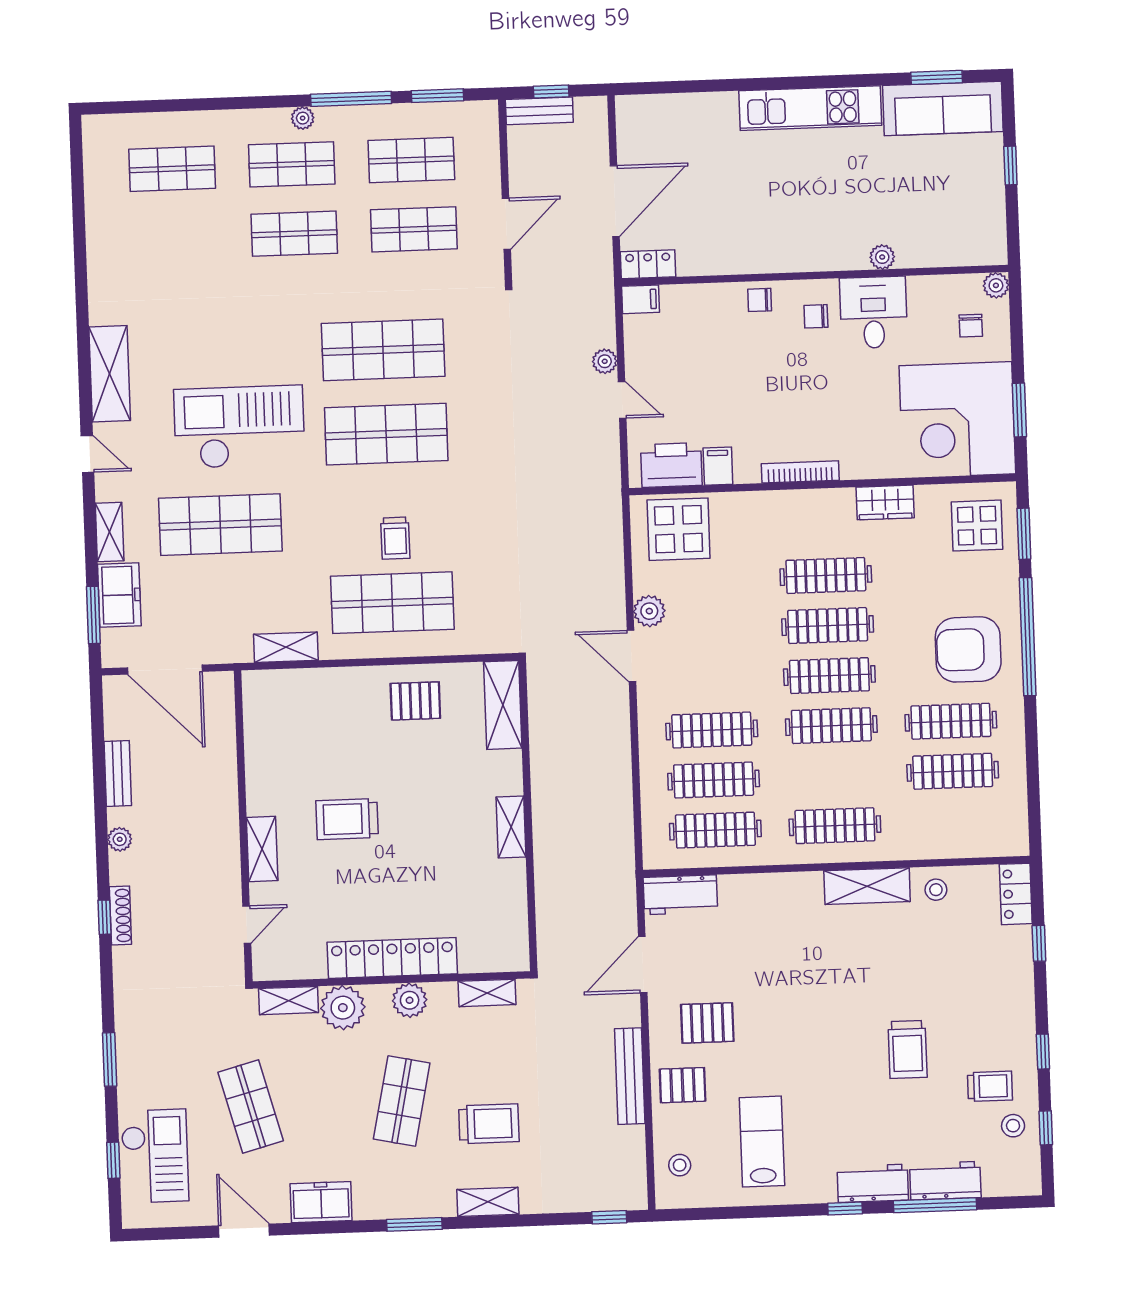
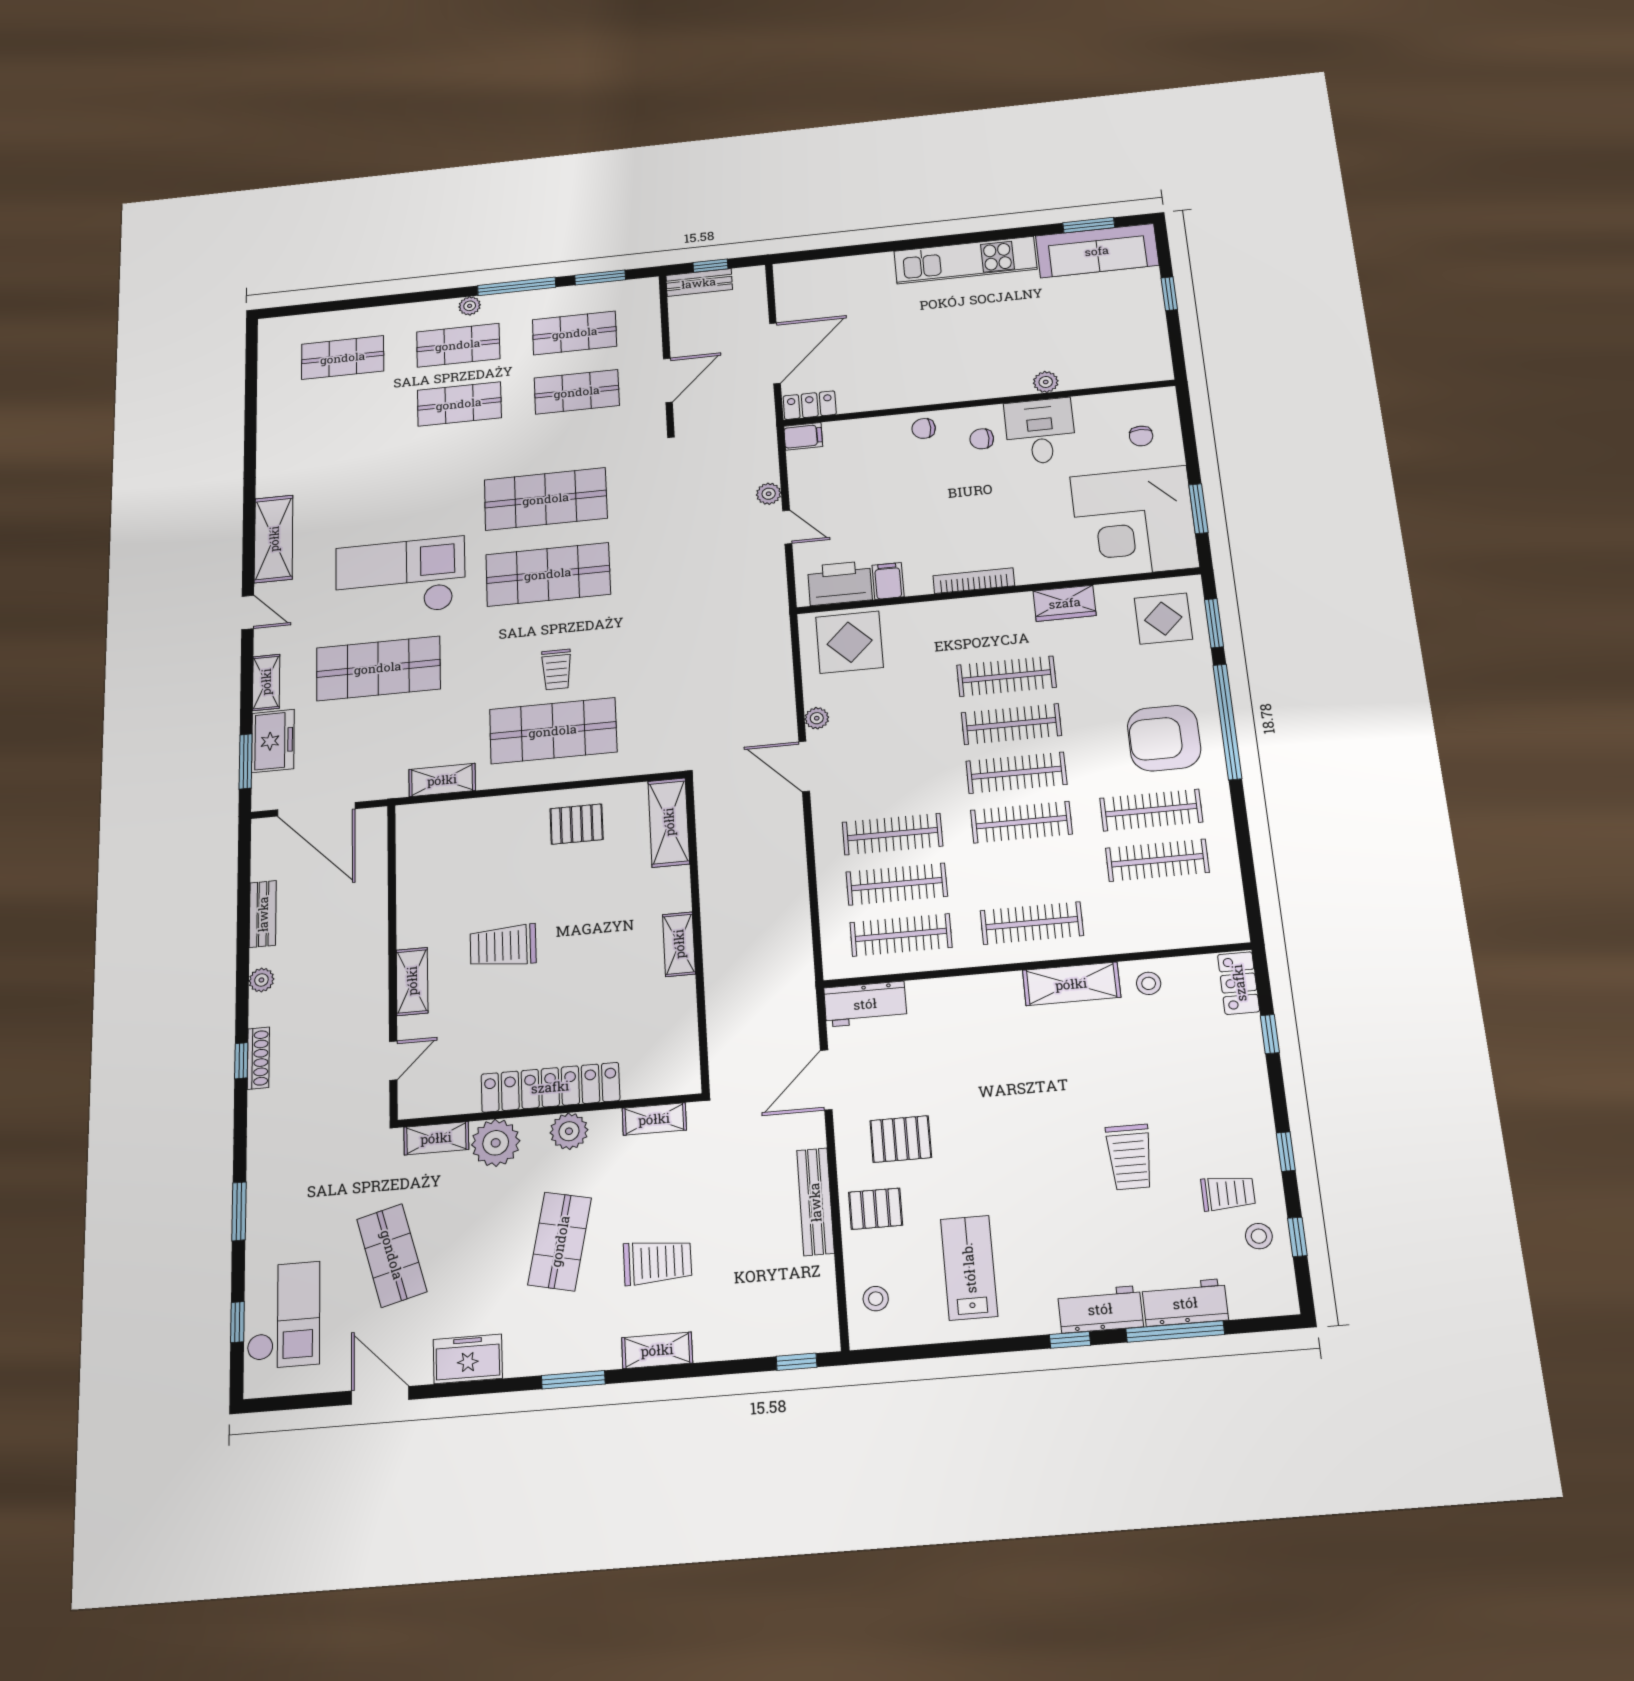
plant: (996, 285) -> (1164, 399), removed
plant: (649, 611) -> (817, 718), width x0.73, depth x0.73

